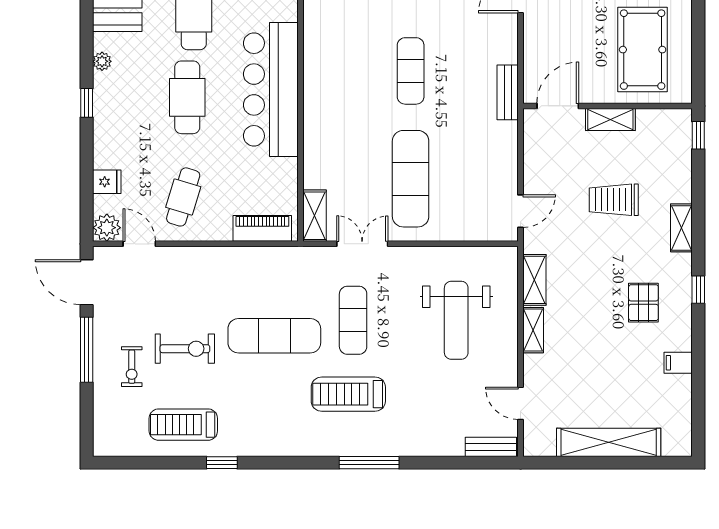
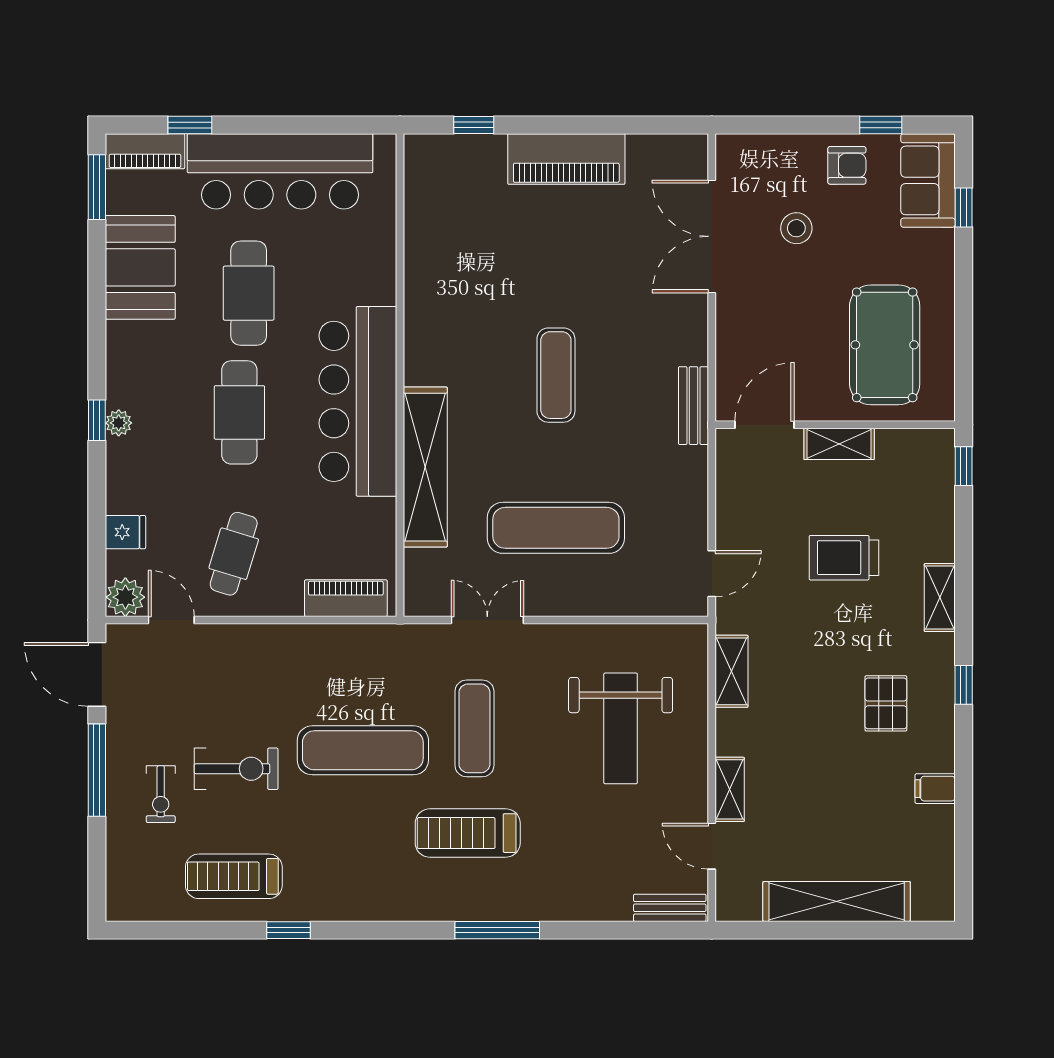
plant: (102, 61) -> (119, 423), moved
exercise mat: (411, 179) -> (556, 528), turned 90
shelving: (315, 216) -> (425, 467), moved, width x2.20, depth x1.33
shelving: (533, 330) -> (730, 789), moved

